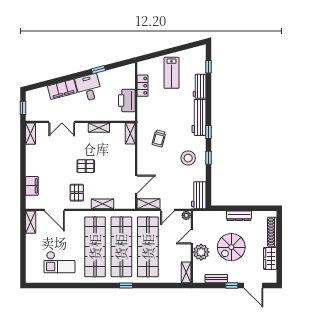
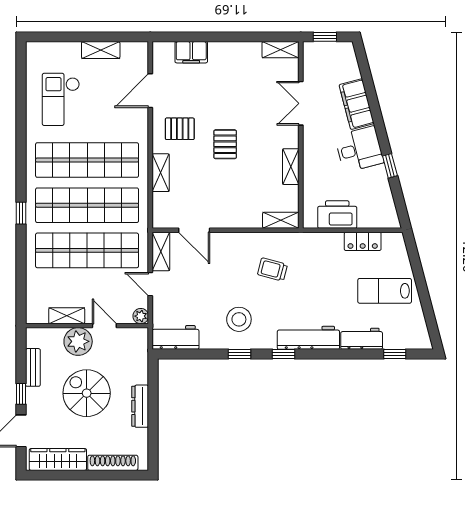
shelving: (31, 222) -> (101, 50), moved
wardrobe: (270, 258) -> (58, 459), width x1.50
shelving: (186, 272) -> (67, 316), moved

